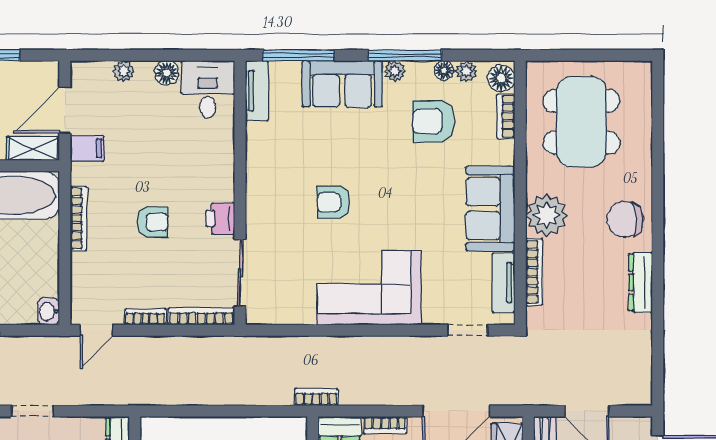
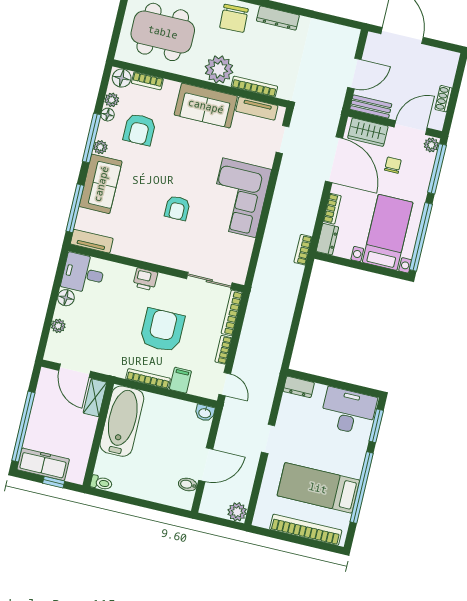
filing cabinet: (87, 148) -> (180, 380), moved
printer: (220, 218) -> (145, 279), moved
armchair: (153, 222) -> (162, 330), width x1.88, depth x1.88

